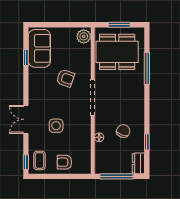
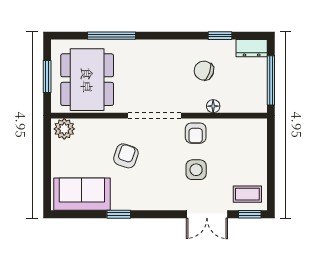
window: (26, 57) -> (119, 214), moved
double door: (26, 119) -> (207, 214), moved
armchair: (64, 162) -> (196, 133), moved

